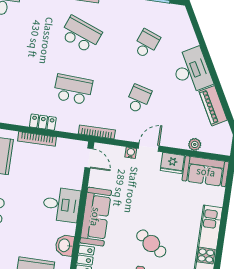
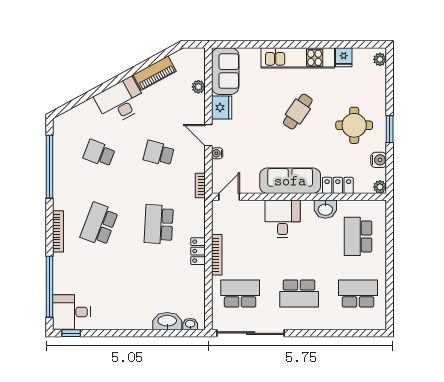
bookcase: (97, 132) -> (200, 185), width x0.64
cafe table: (151, 243) -> (298, 112), moved

